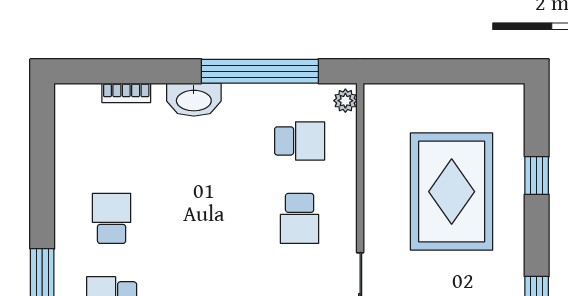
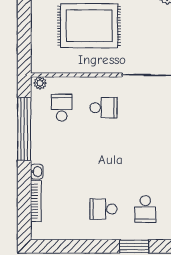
bookcase: (126, 93) -> (36, 201), width x1.56
washbasin: (194, 100) -> (37, 172), width x0.52, depth x0.69

